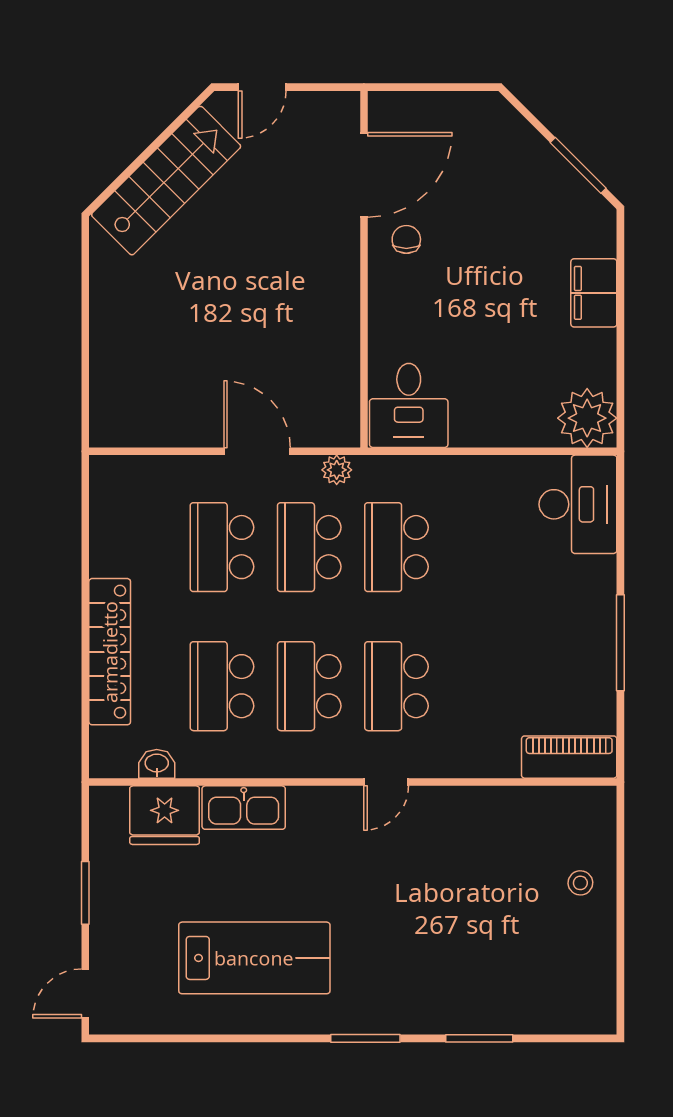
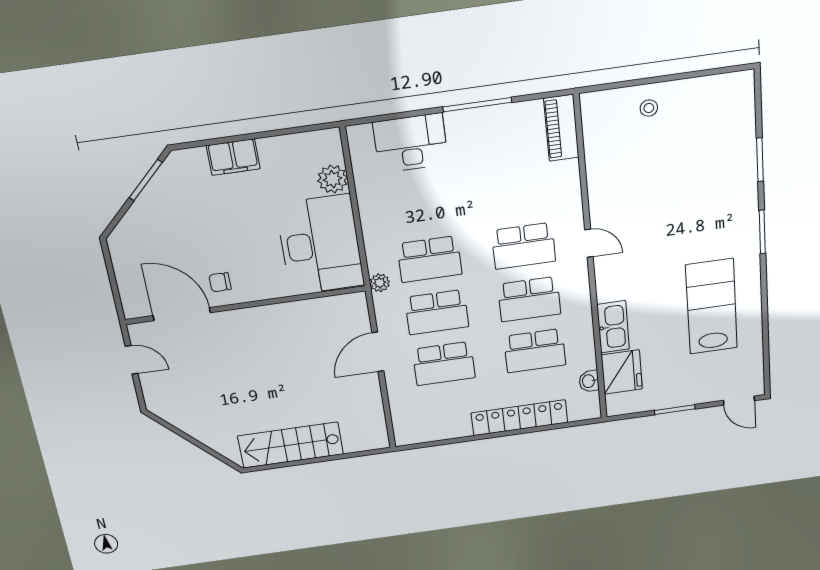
door: (262, 87) -> (132, 360), moved
stairs: (166, 181) -> (291, 445), moved, turned -45
desk: (409, 405) -> (320, 245), width x1.87, depth x1.30
plant: (587, 418) -> (333, 179), moved, width x0.73, depth x0.73
plant: (337, 470) -> (380, 283), moved
desk: (578, 504) -> (411, 143), moved

